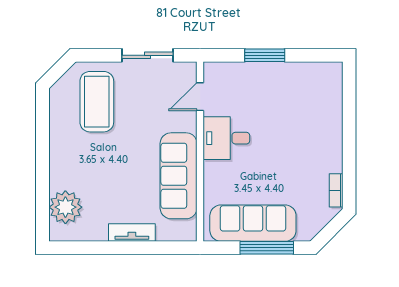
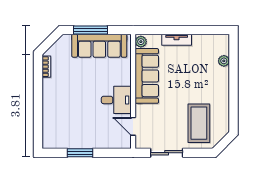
window: (265, 55) -> (80, 153), moved
door: (200, 97) -> (133, 126), swing flipped
plant: (65, 207) -> (224, 61), width x0.53, depth x0.53
plant: (188, 230) -> (141, 42), added

